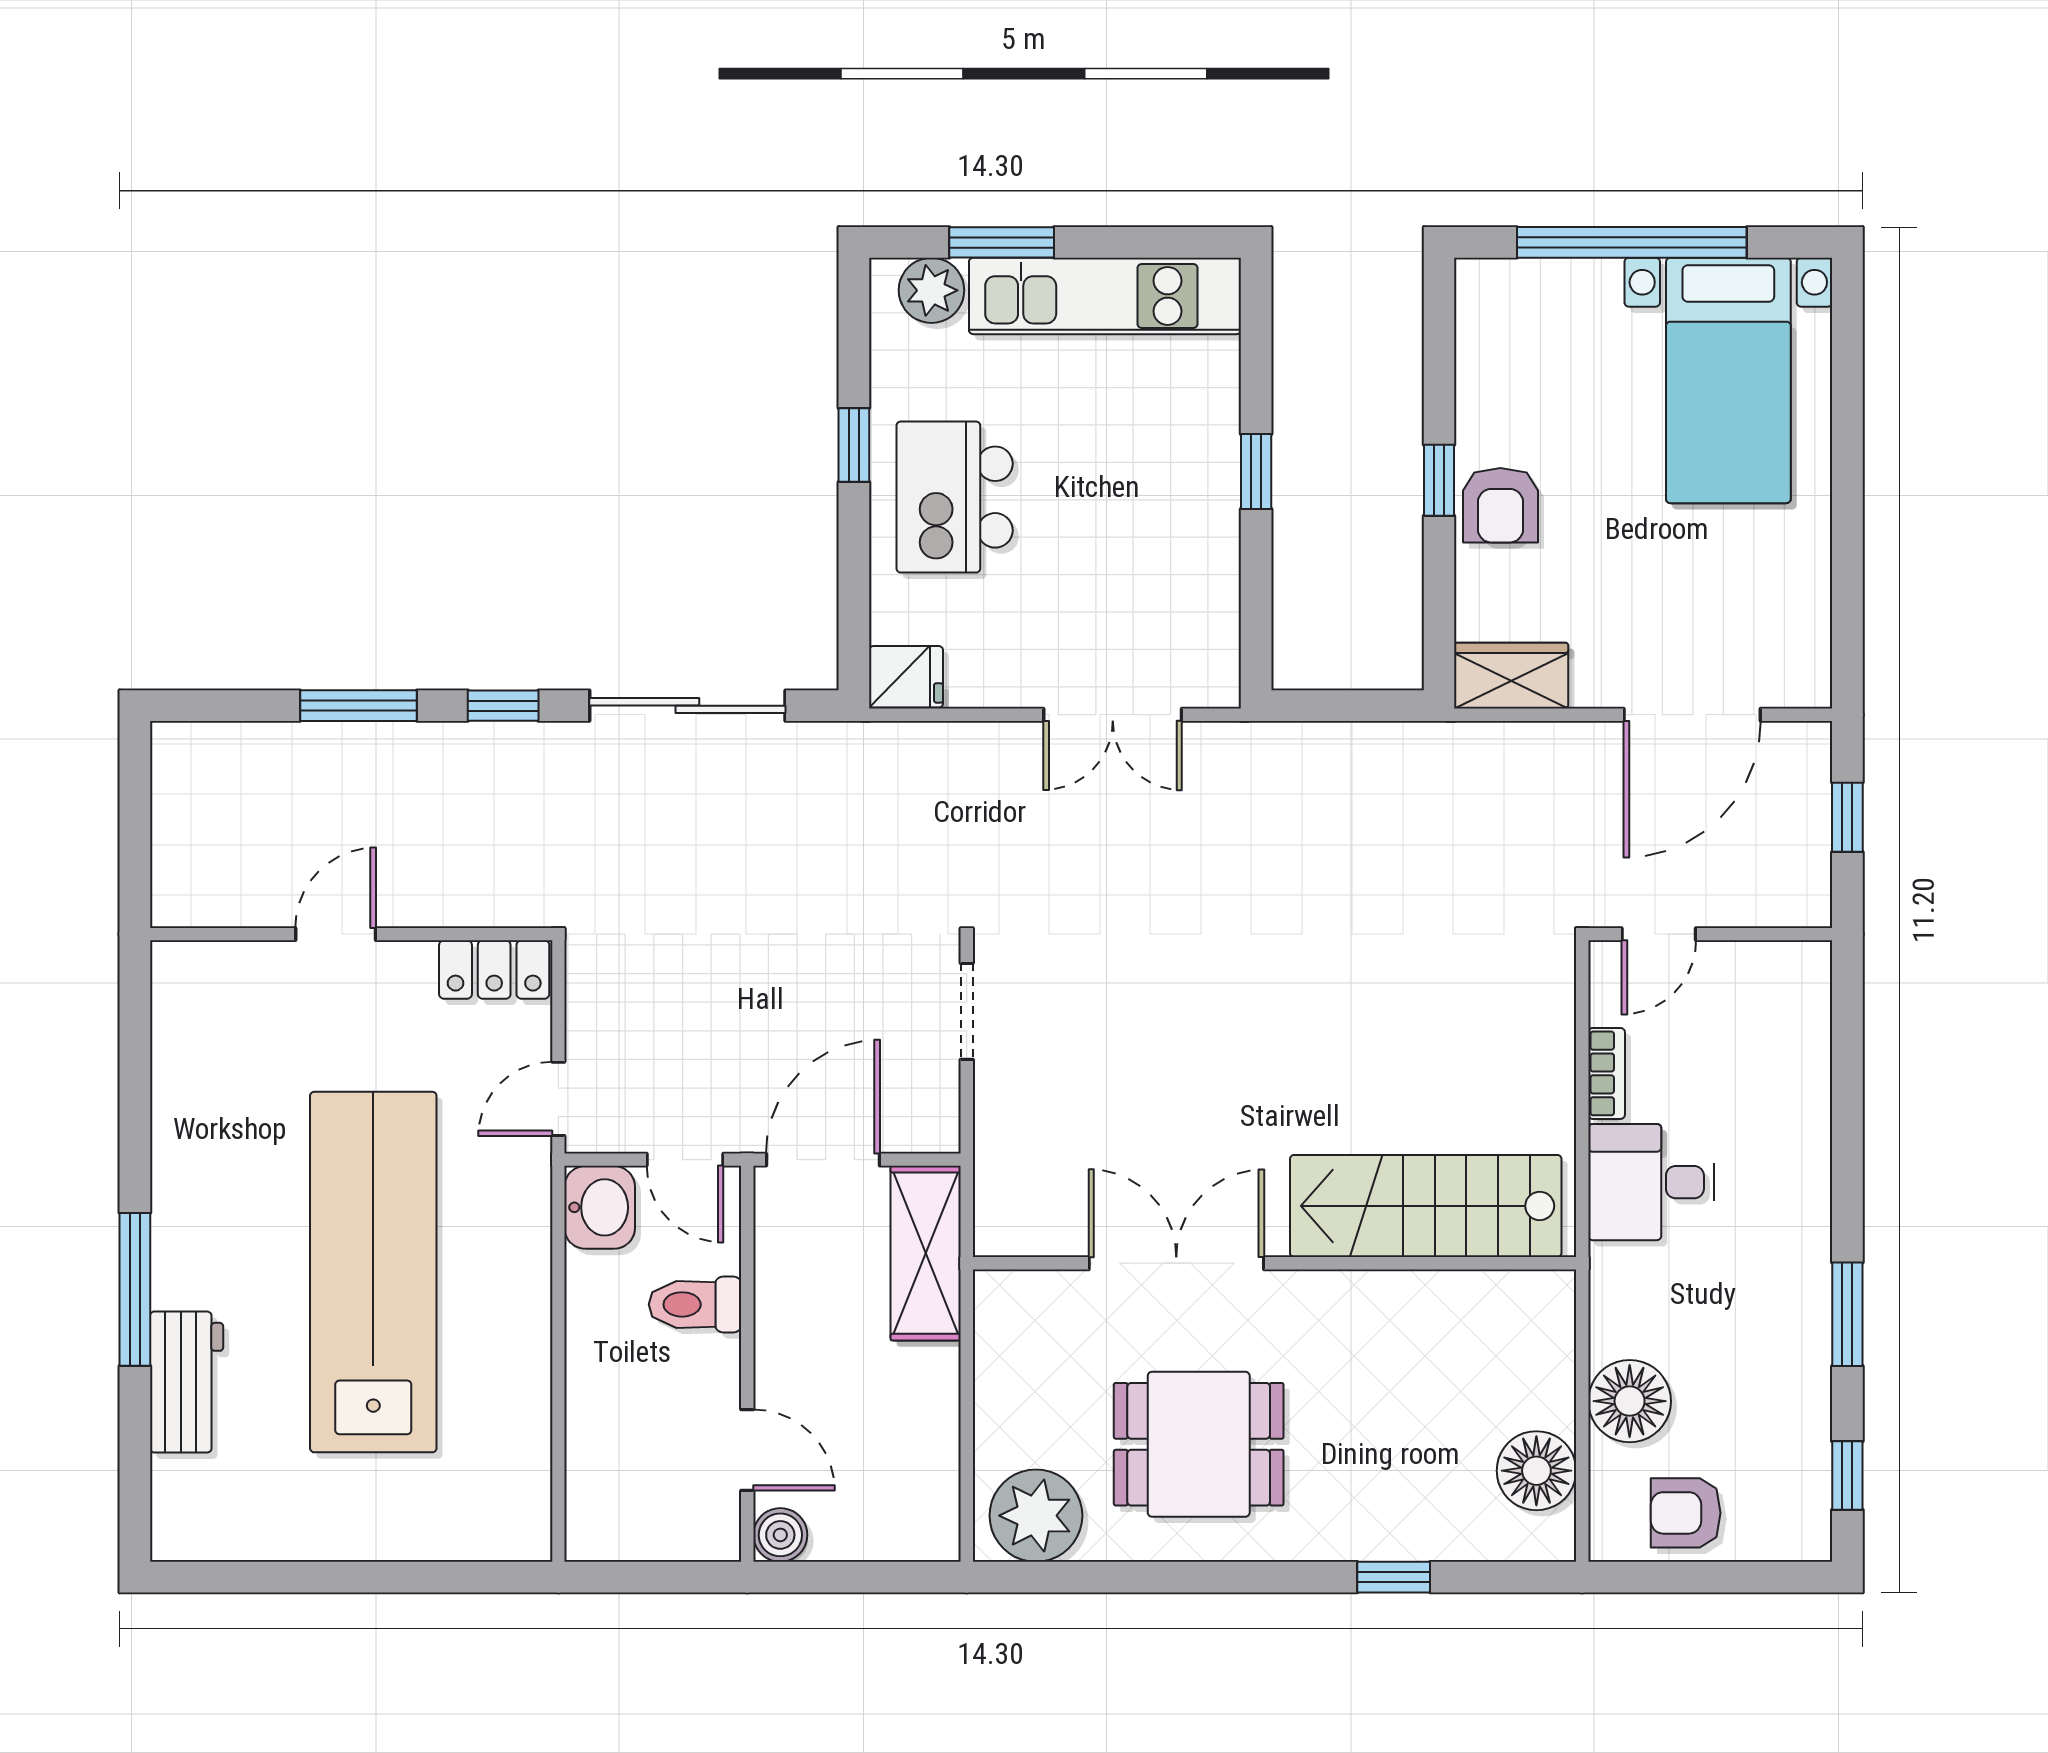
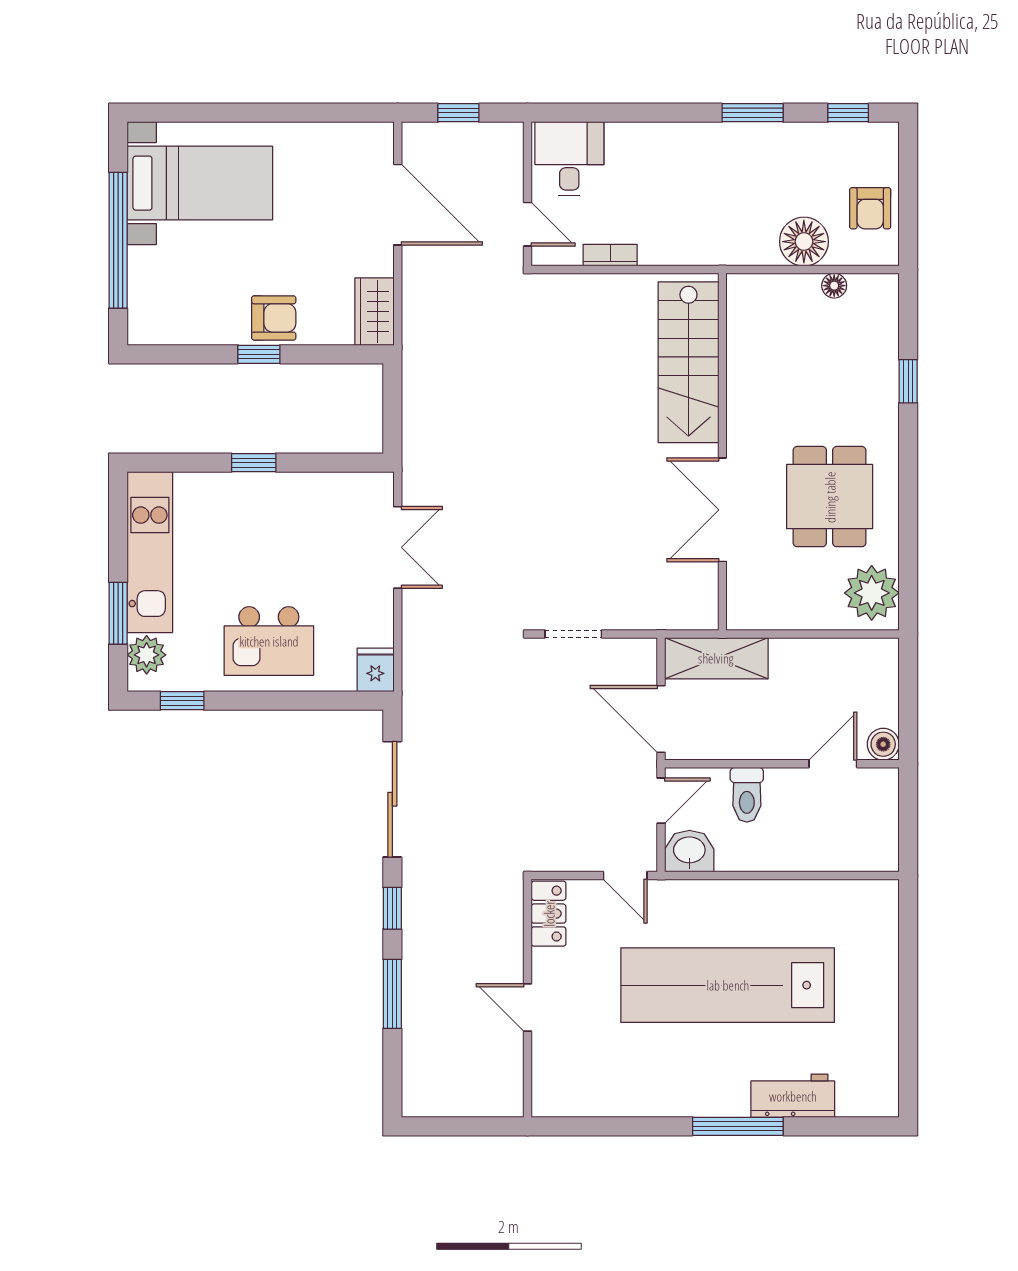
window: (854, 445) -> (182, 701), moved
desk: (1651, 1182) -> (569, 159), moved, turned 180
floor lamp: (1536, 1471) -> (834, 286), width x0.53, depth x0.53

